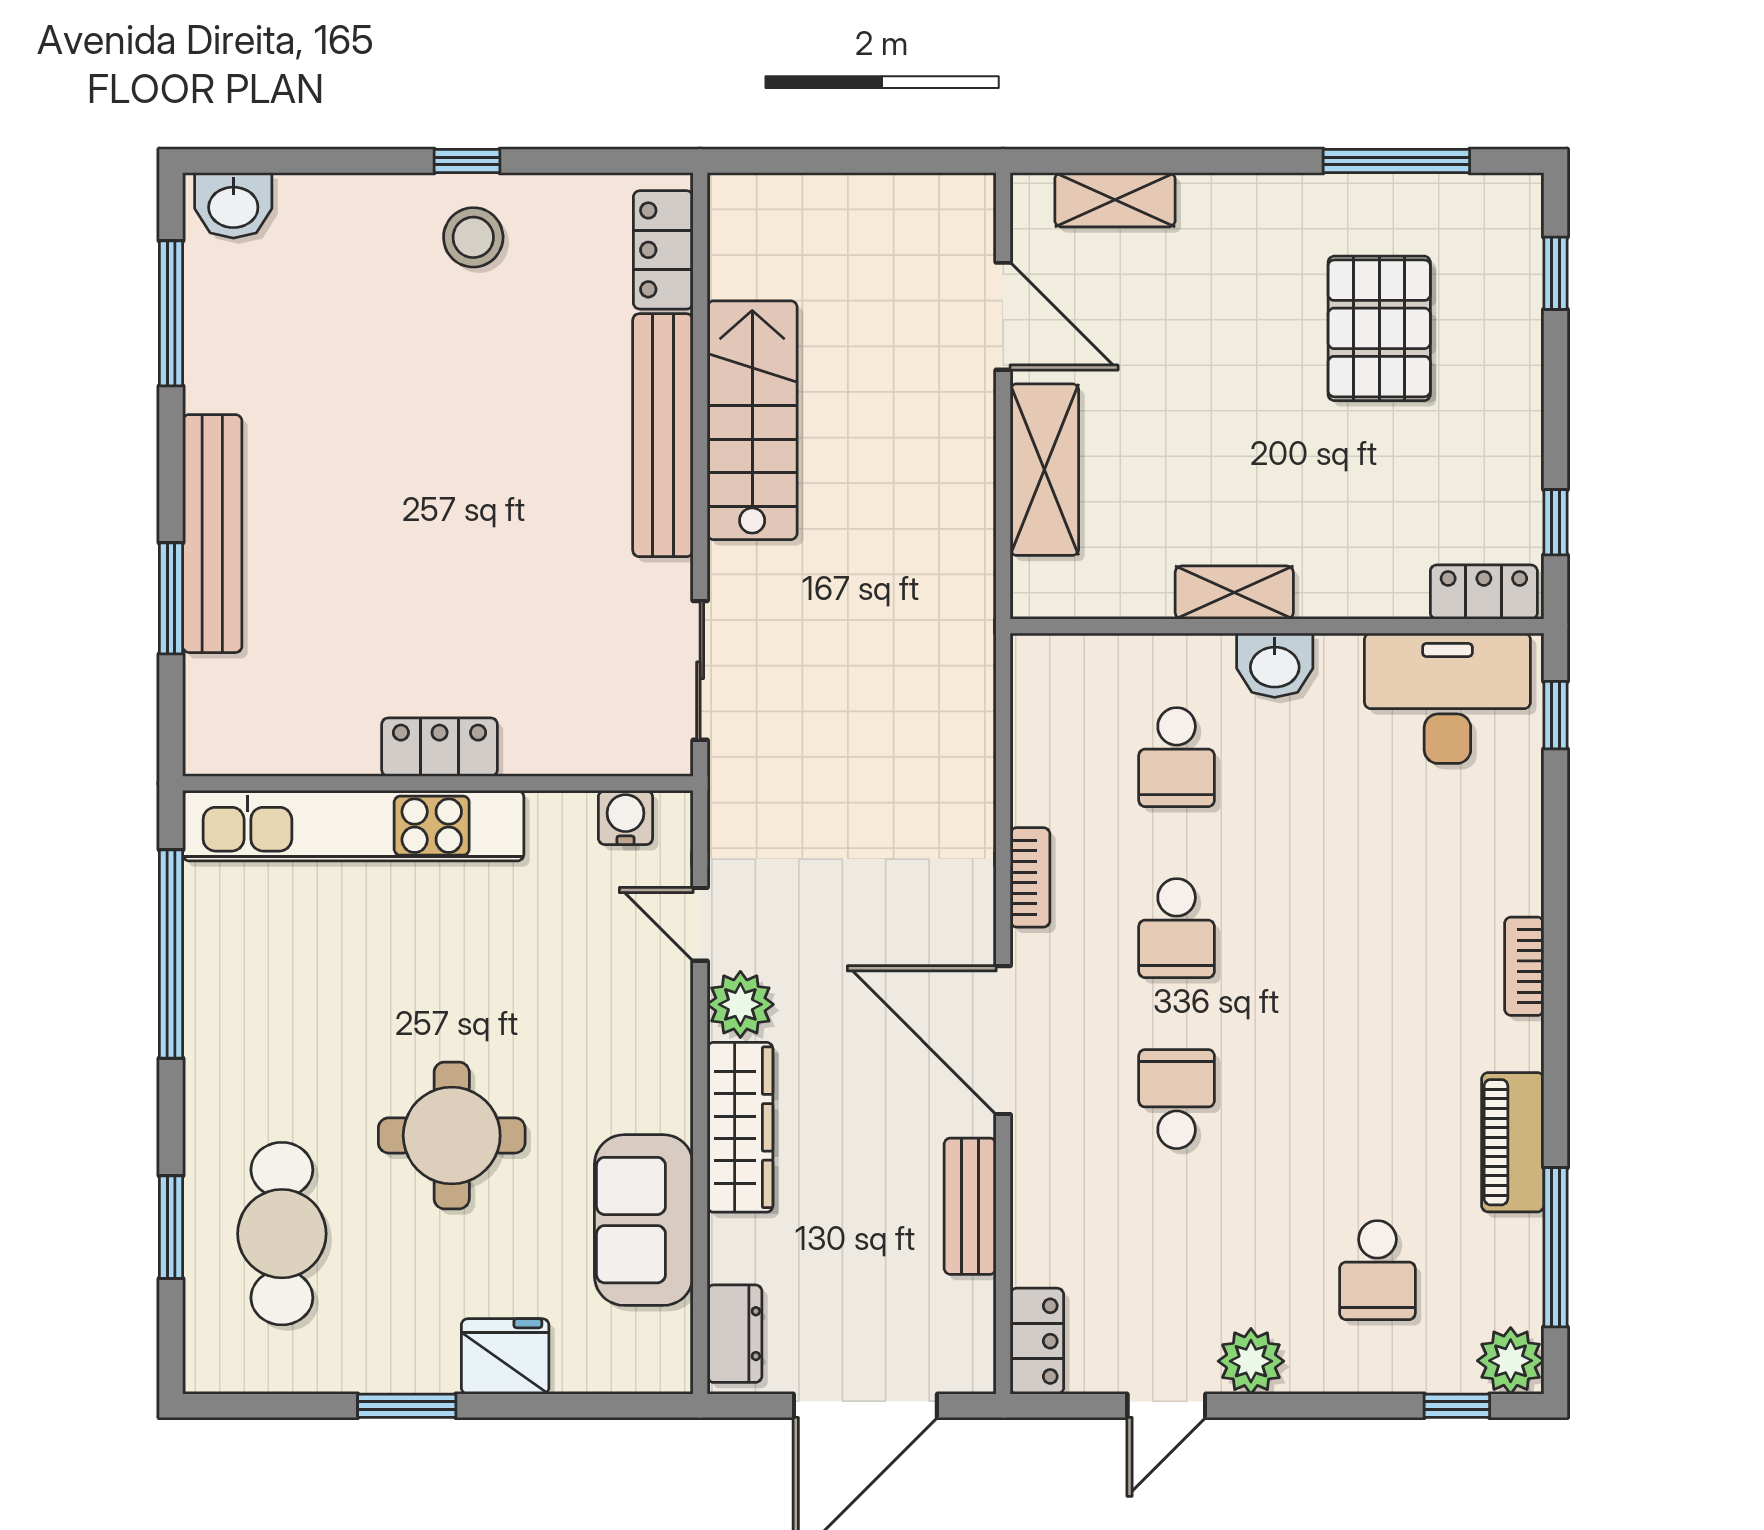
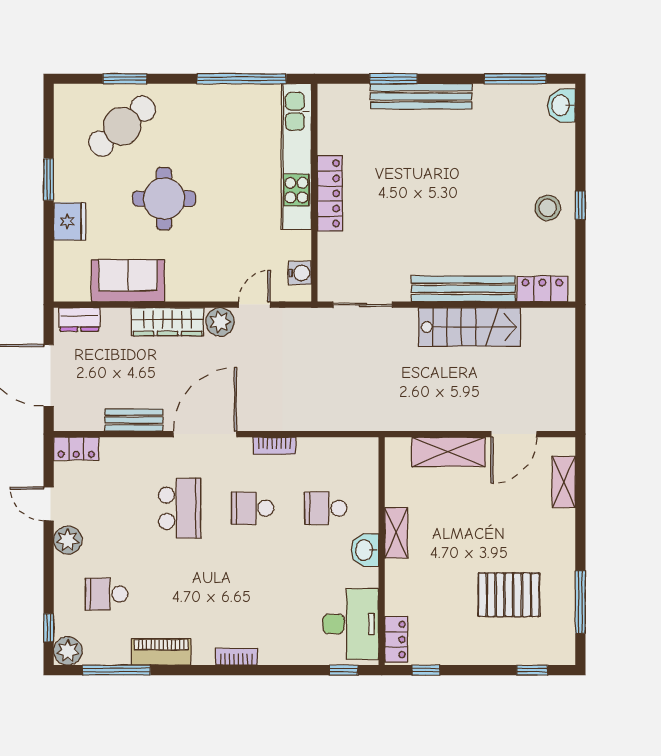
locker: (440, 747) -> (330, 193), width x1.53
school desk: (1177, 1099) -> (180, 508), width x1.85
cafe table: (282, 1234) -> (122, 126), turned -40

